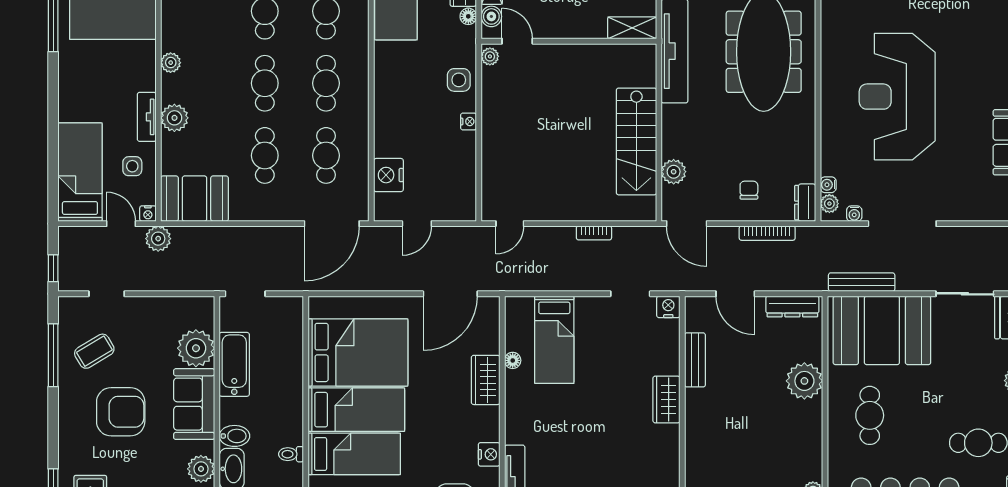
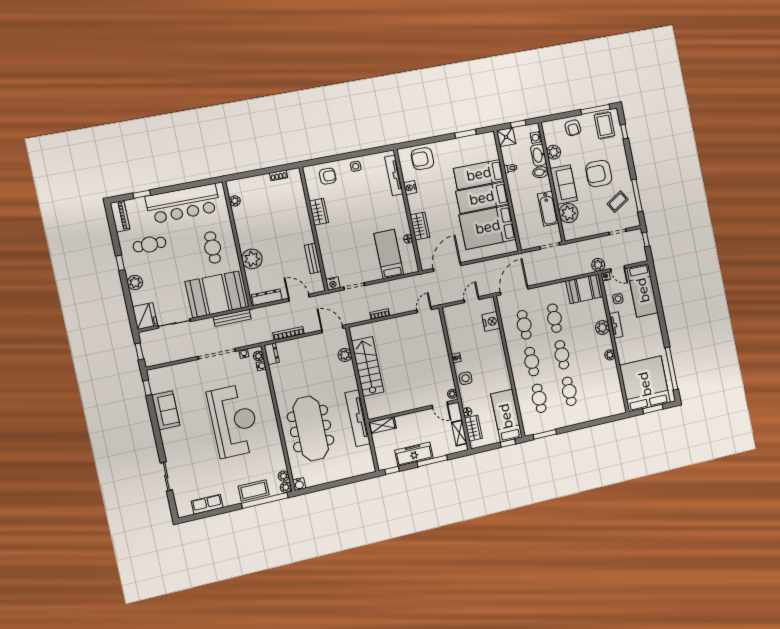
boiler: (491, 16) -> (456, 415), removed
chair: (749, 190) -> (303, 354), removed
wardrobe: (666, 399) -> (319, 212), moved

